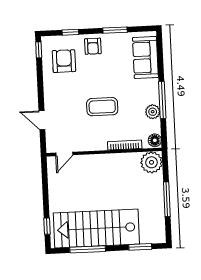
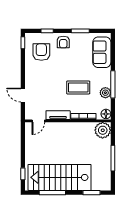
coffee table: (102, 107) -> (78, 87), moved
tv unit: (90, 145) -> (58, 115), added

